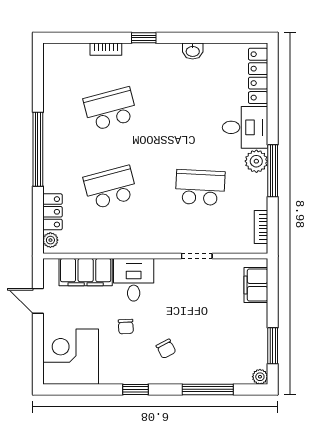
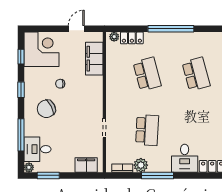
plant: (256, 161) -> (141, 165), moved
desk: (134, 280) -> (37, 149), moved, turned 180
chair: (166, 349) -> (46, 109), width x1.87, depth x1.87
window: (82, 389) -> (21, 57), added

